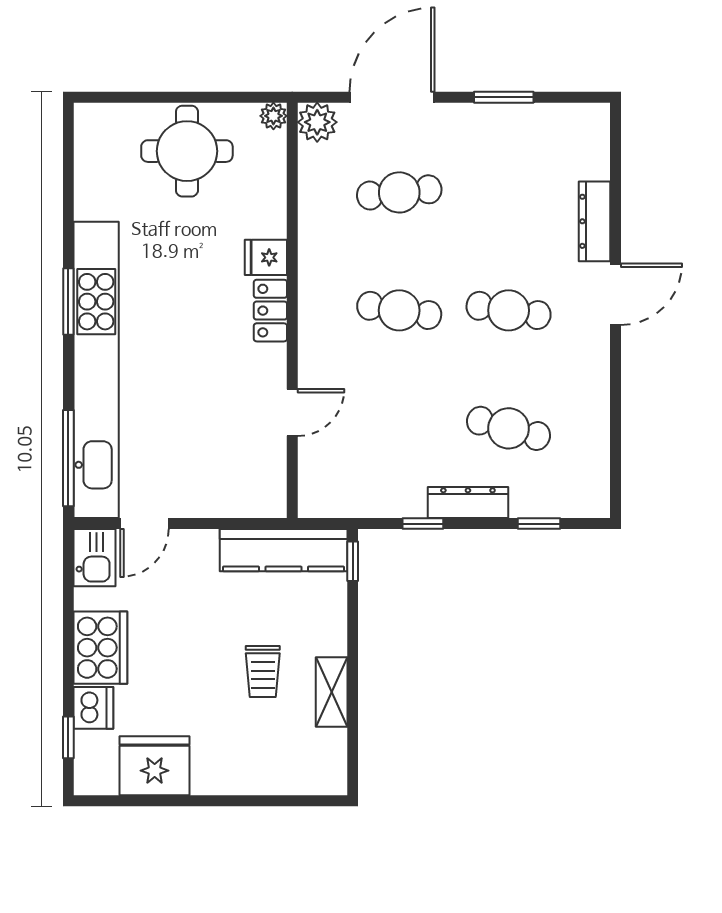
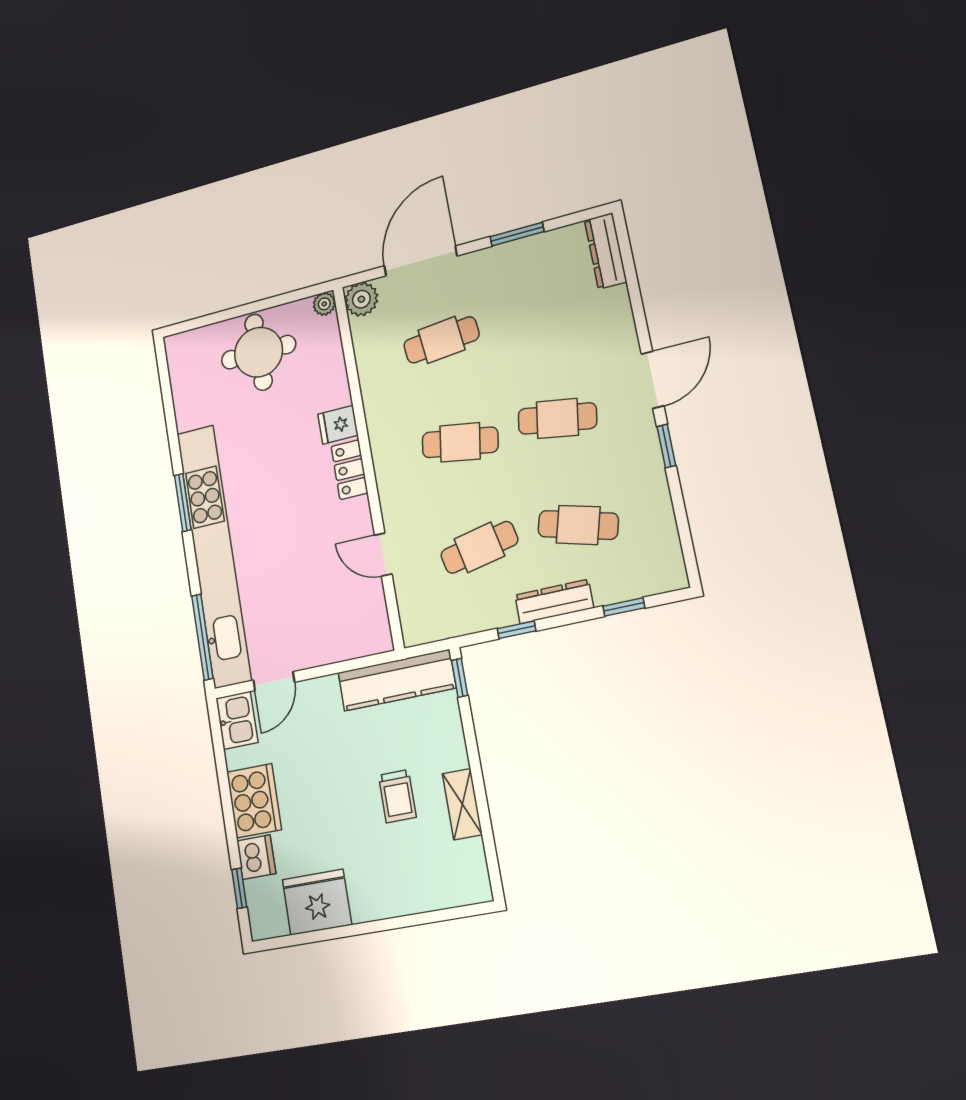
dresser: (595, 221) -> (606, 251), moved
window: (616, 367) -> (666, 446), added
door: (292, 413) -> (383, 555), swing flipped
cafe table: (399, 428) -> (479, 547), added

